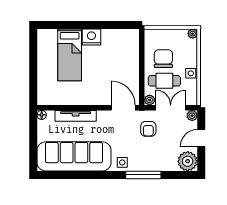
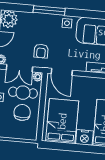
bed: (118, 53) -> (62, 121), added
chair: (163, 59) -> (22, 112), turned 180
armchair: (148, 129) -> (41, 51), turned 180

